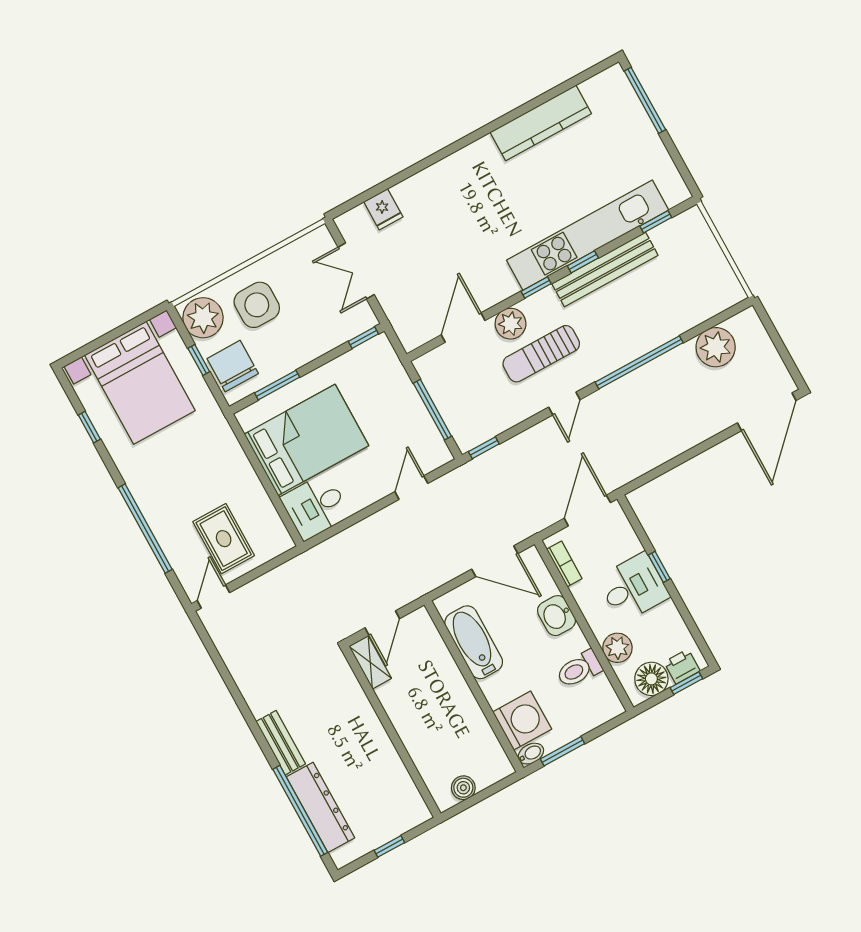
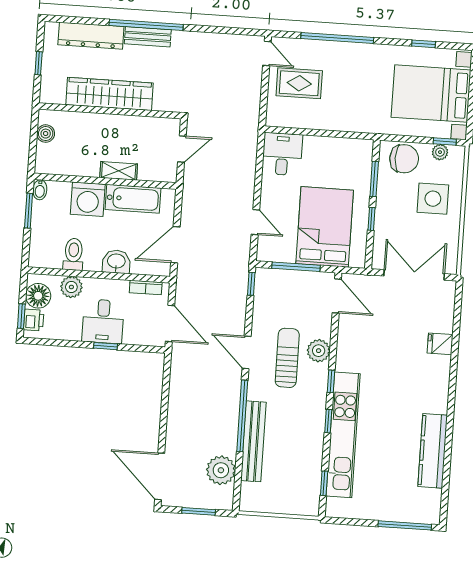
fridge: (383, 209) -> (440, 344), moved
bench: (605, 269) -> (253, 441), moved
double door: (356, 271) -> (414, 275), width x1.37
plant: (203, 318) -> (440, 152), width x0.53, depth x0.53
door: (463, 328) -> (337, 296), moved
window: (363, 338) -> (371, 219), moved
window: (778, 343) -> (199, 511), added
window: (199, 360) -> (445, 141), moved
door: (564, 403) -> (247, 352), width x1.38
bed: (306, 440) -> (325, 227), moved, turned 180
door: (382, 623) -> (182, 149), swing flipped
shelving: (370, 662) -> (119, 171), moved
washing machine: (522, 721) -> (88, 199), moved
wardrobe: (373, 744) -> (109, 94), added
window: (300, 811) -> (146, 25), moved

